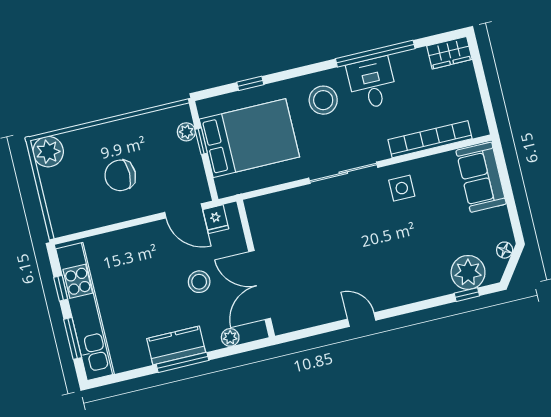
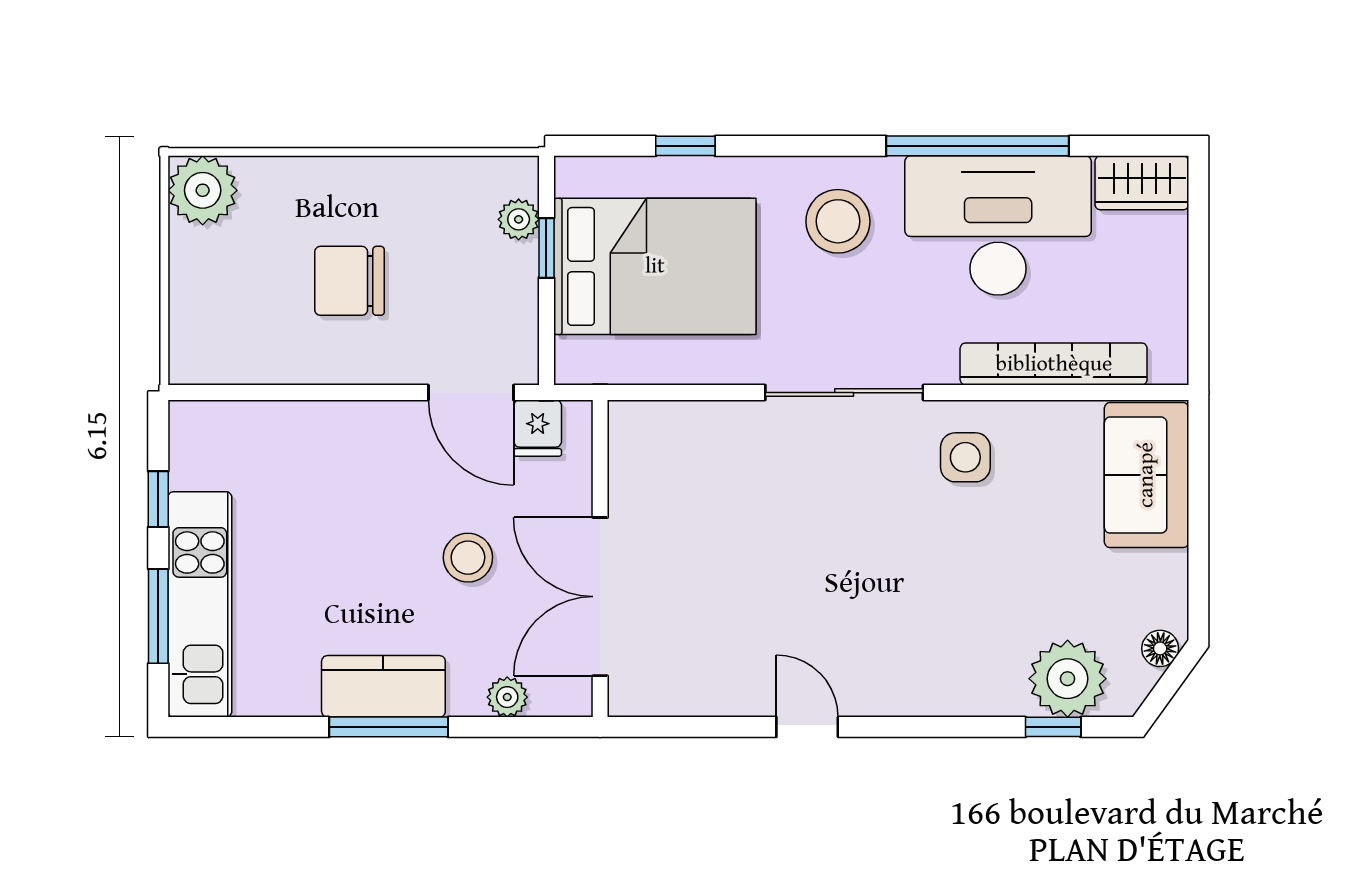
desk: (372, 83) -> (998, 225), width x1.87, depth x1.30
kitchen unit: (85, 312) -> (200, 604), width x0.73

